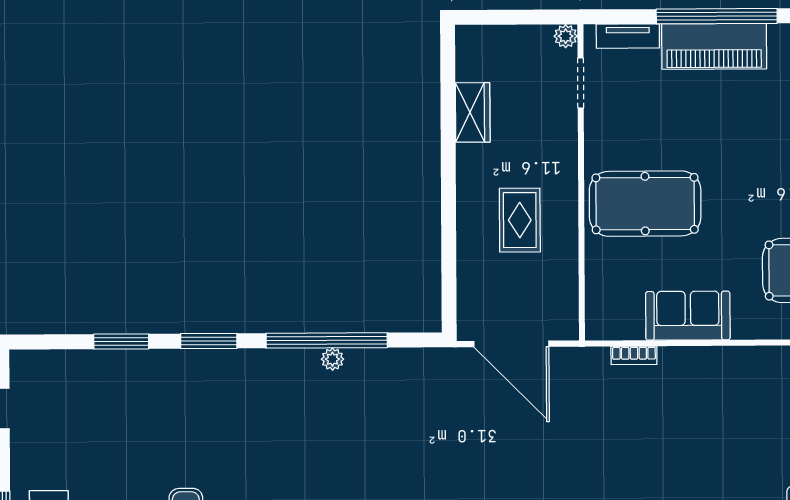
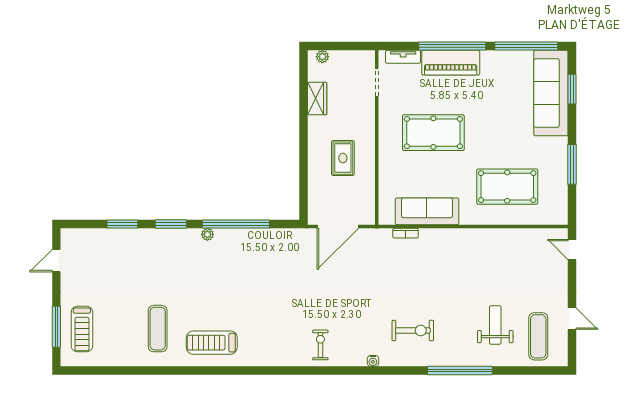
plant: (566, 36) -> (322, 57), moved
pool table: (645, 204) -> (433, 133), moved
sofa: (688, 316) -> (427, 211), width x1.36
door: (511, 344) -> (338, 226), hinge flipped
plant: (332, 359) -> (207, 234), moved

